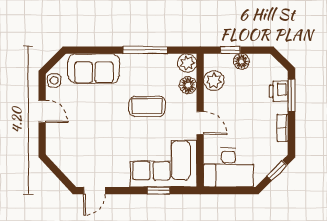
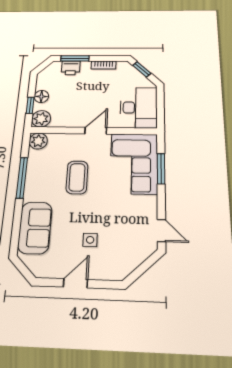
side table: (54, 80) -> (90, 240), moved
plant: (214, 81) -> (41, 119), moved
floor lamp: (188, 85) -> (59, 141), removed
window: (158, 191) -> (161, 169), width x1.50

